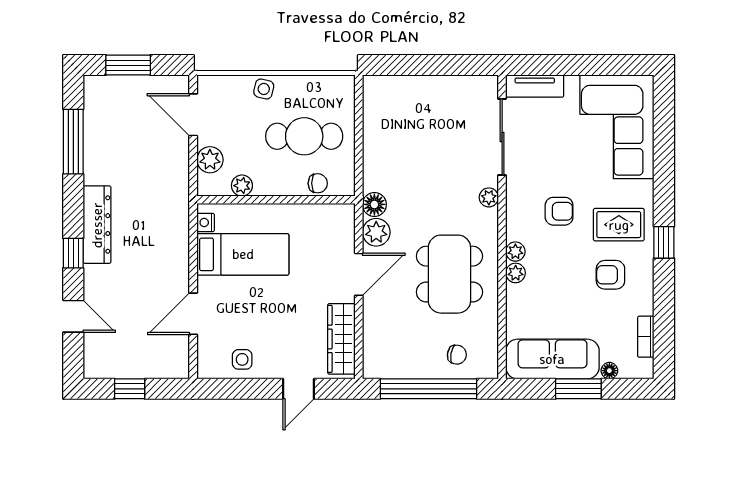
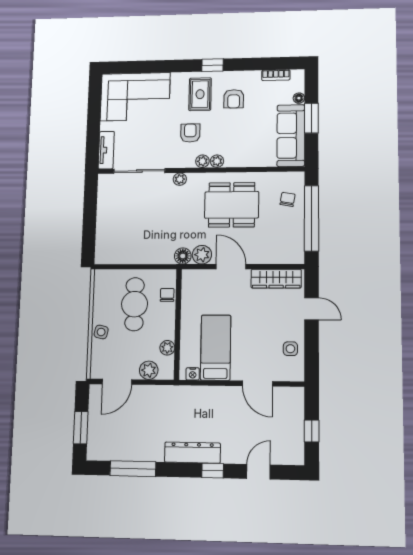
plant: (516, 273) -> (202, 161), moved

